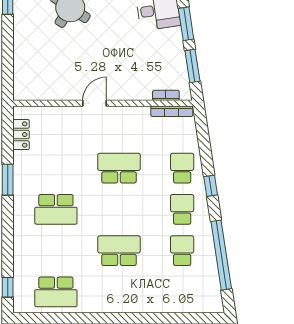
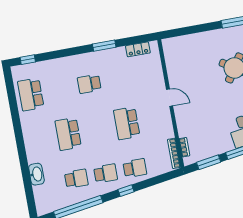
school desk: (119, 168) -> (127, 123), turned 180
school desk: (56, 209) -> (89, 84), width x0.54
school desk: (119, 251) -> (68, 134), turned 180
washbasin: (166, 304) -> (36, 174), added

